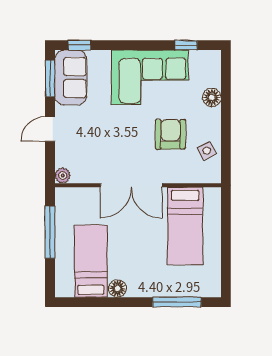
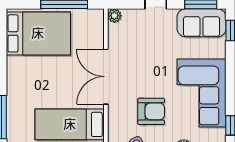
bed: (91, 261) -> (38, 33), width x1.50
floor lamp: (117, 288) -> (14, 64), removed

